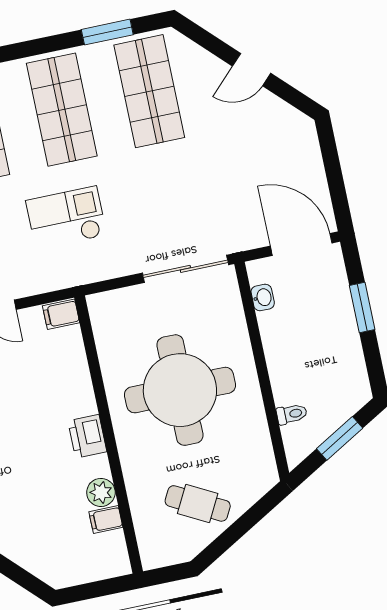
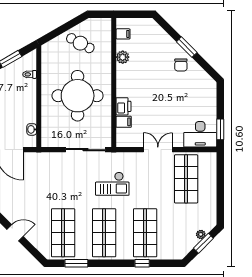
sliding door: (185, 269) -> (85, 150), moved
filing cabinet: (61, 314) -> (124, 122), moved
printer: (87, 436) -> (123, 106), moved
filing cabinet: (106, 520) -> (123, 34), moved

